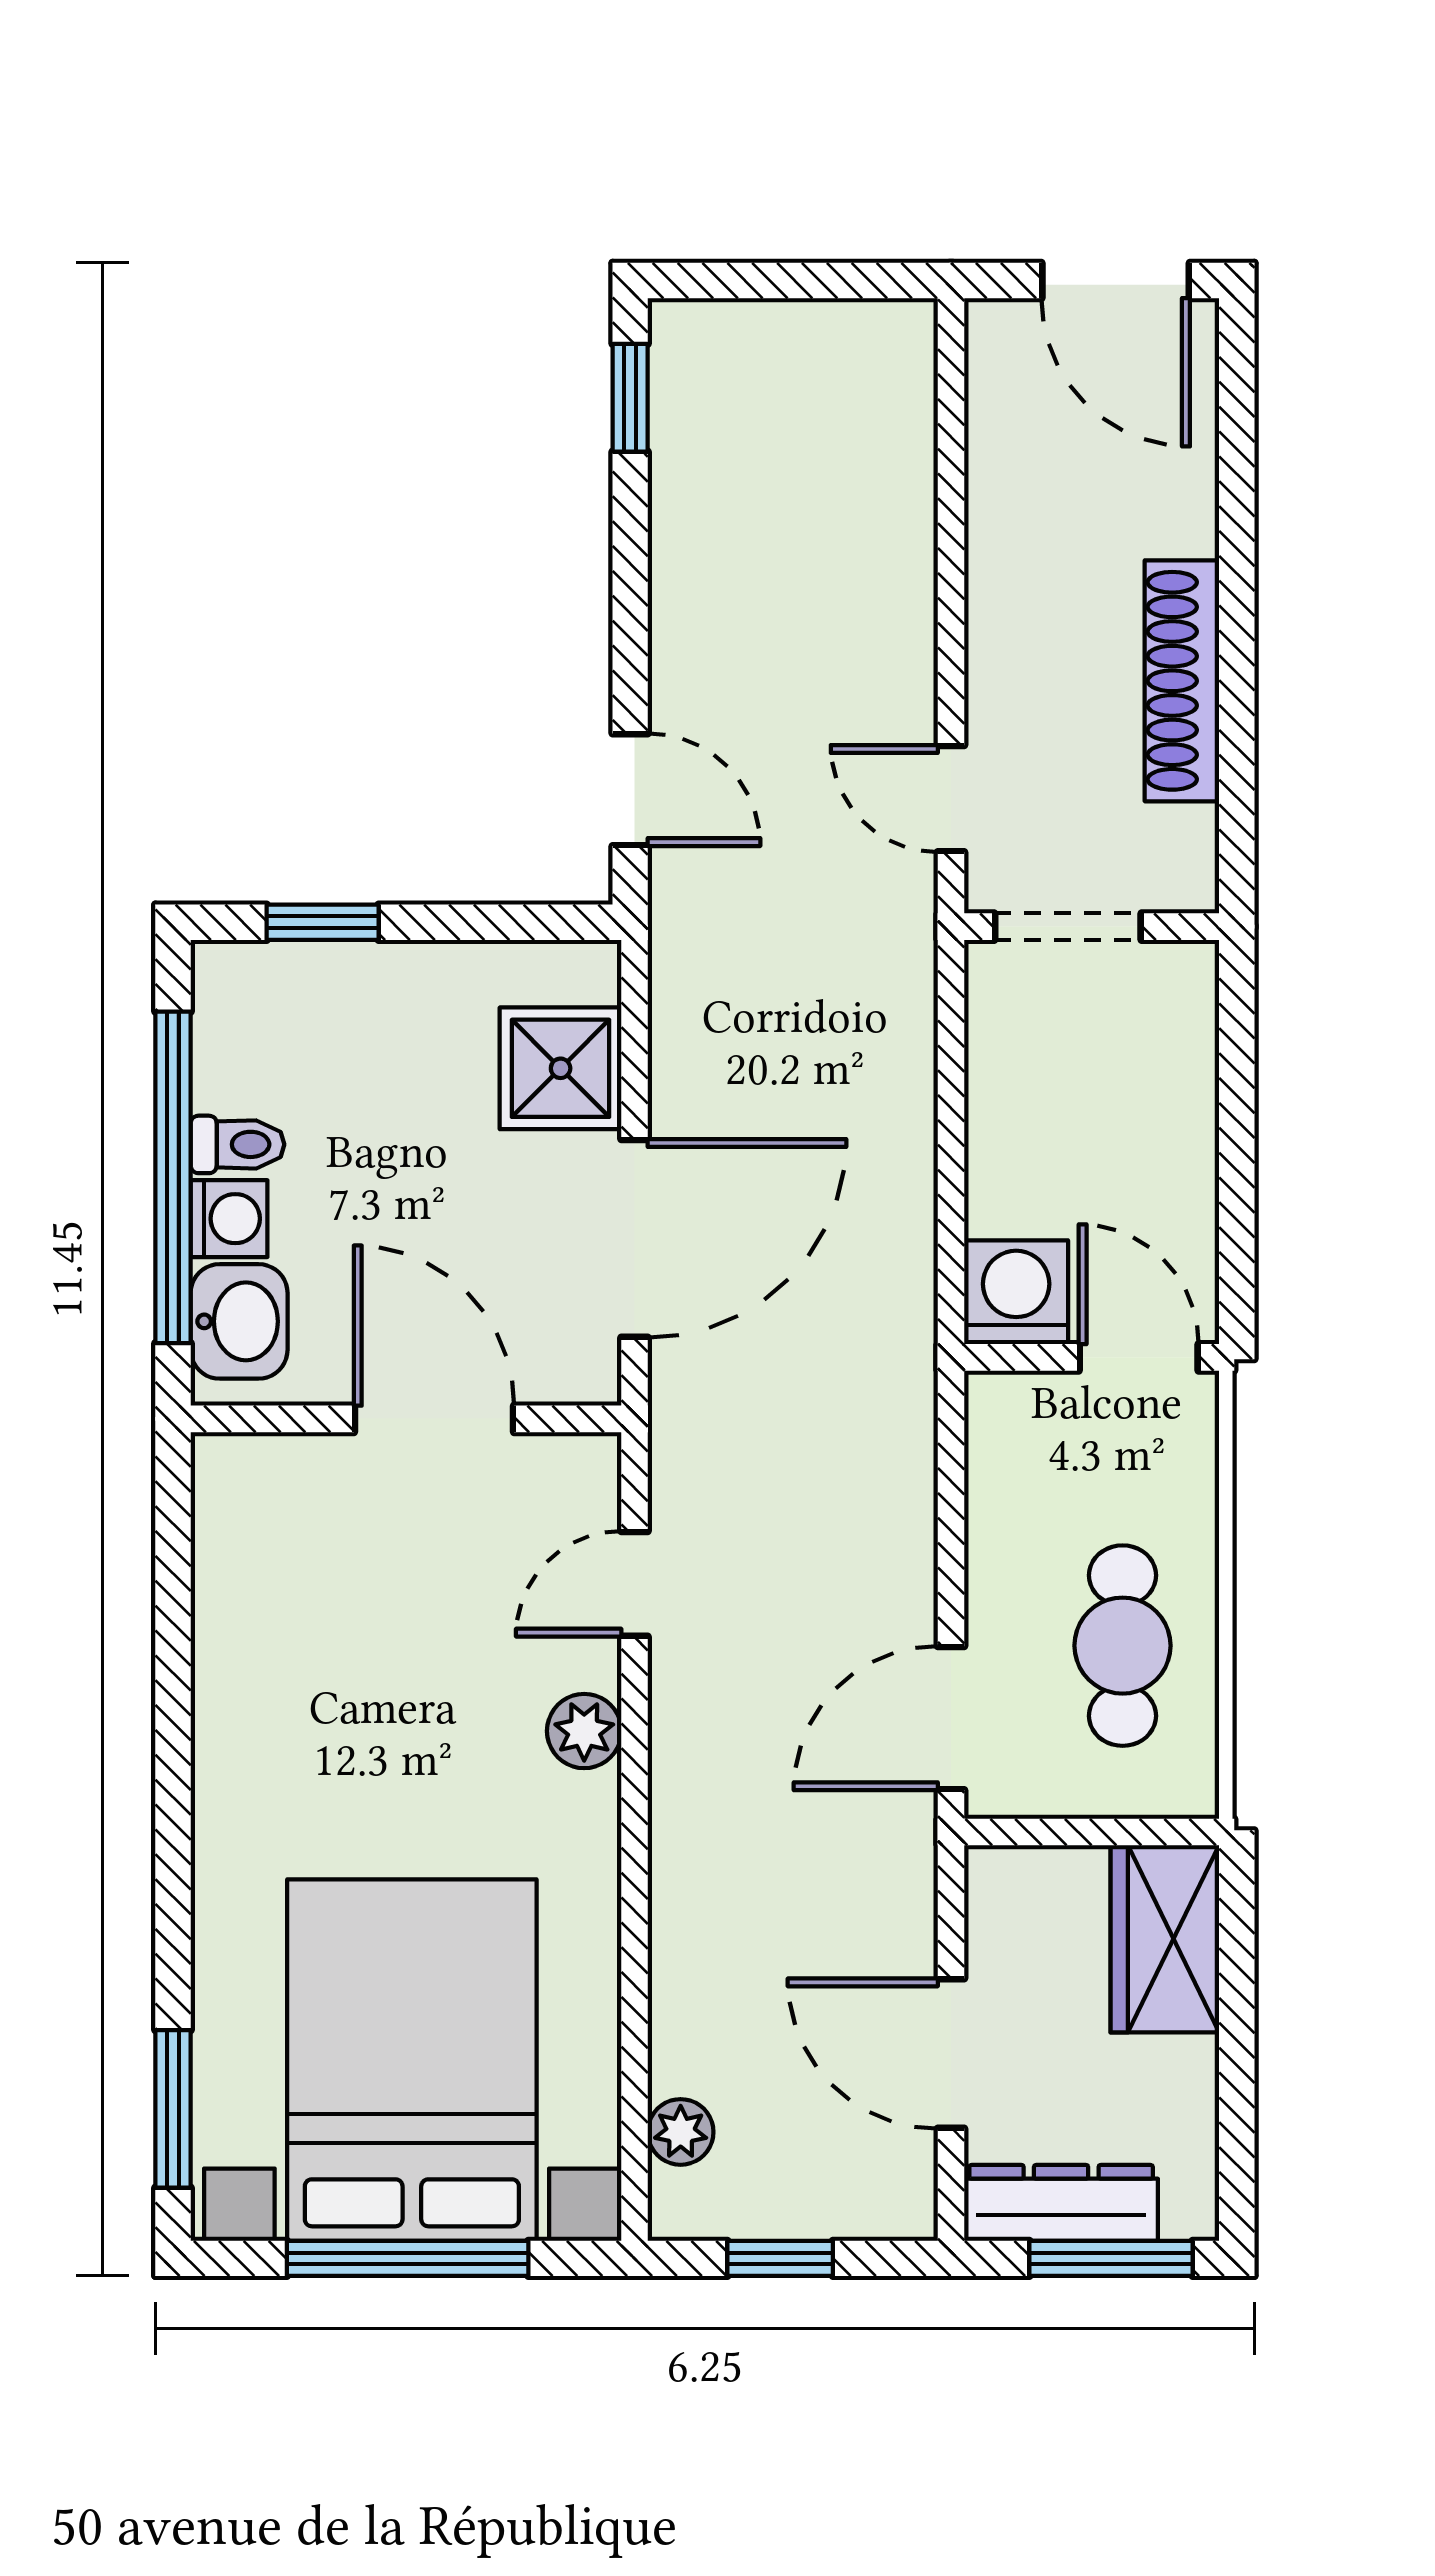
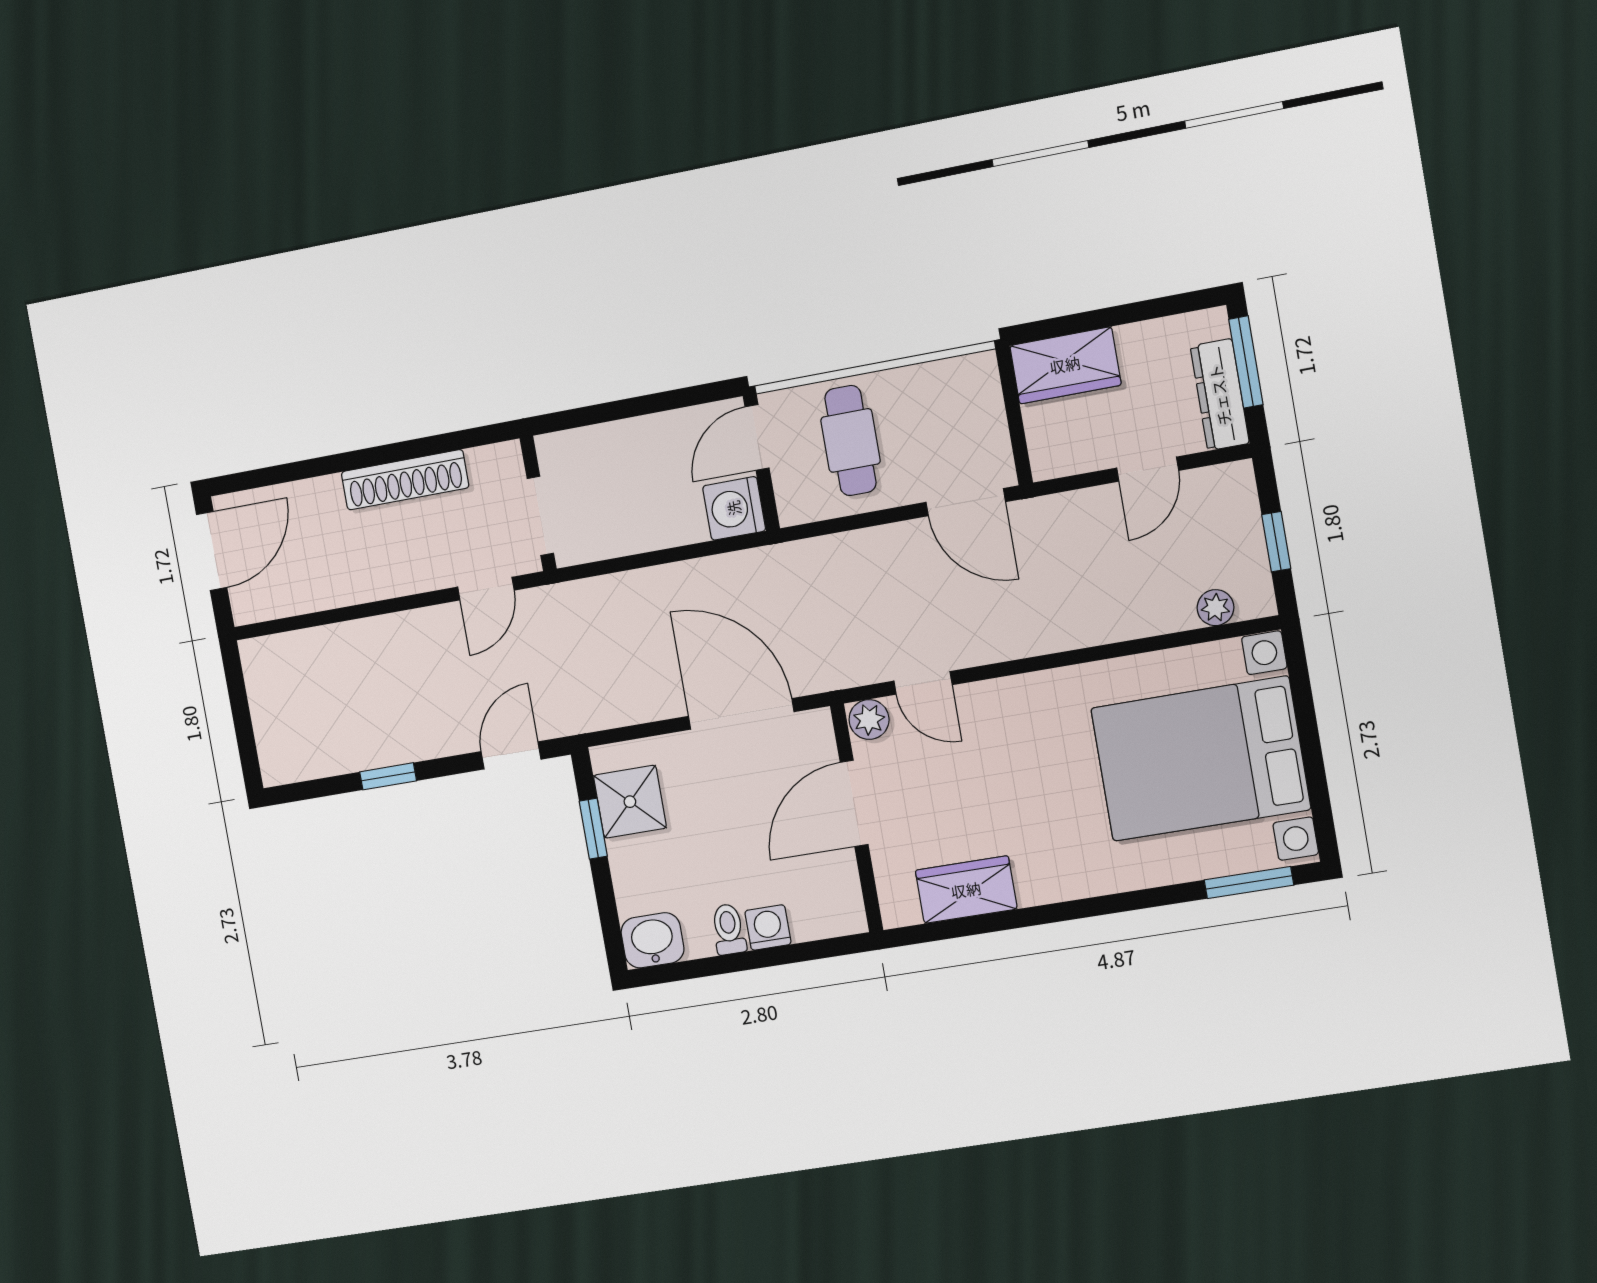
window: (630, 398) -> (388, 776), moved
window: (323, 922) -> (593, 829), moved
shower: (561, 1068) -> (630, 802), moved
window: (173, 1177) -> (752, 960), removed
washbasin: (239, 1321) -> (652, 940), moved
wardrobe: (241, 1597) -> (966, 890), added
cafe table: (1123, 1646) -> (850, 440), moved, turned 90
plant: (584, 1731) -> (869, 720), moved
door: (951, 2054) -> (1148, 469), width x0.73
window: (408, 2258) -> (1310, 743), removed

